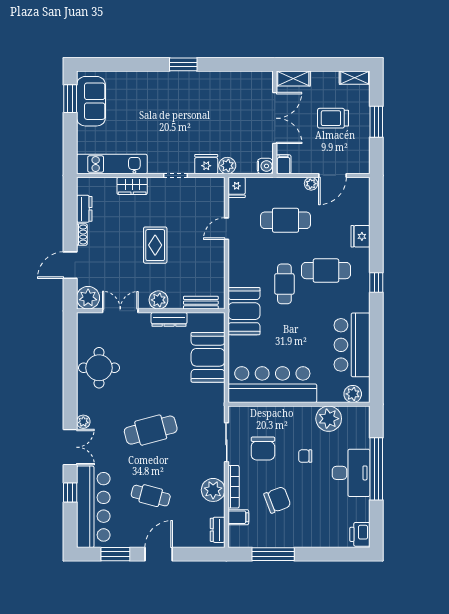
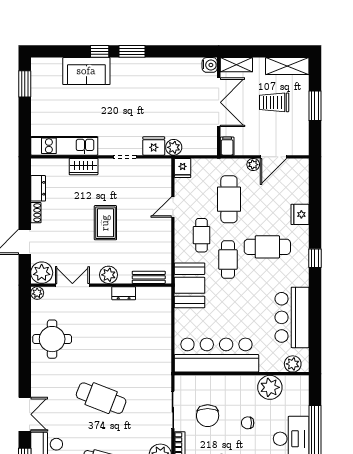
window: (149, 64) -> (100, 51), added
shelving: (355, 78) -> (287, 66), width x1.50, depth x1.33
sofa: (91, 101) -> (86, 71), moved, turned 90
water cooler: (265, 166) -> (210, 65), moved
cafe table: (286, 220) -> (229, 199), turned 90
cafe table: (257, 258) -> (201, 235), added
dresser: (169, 319) -> (124, 293), width x0.70
booth: (208, 357) -> (155, 329), removed
plant: (83, 422) -> (37, 293), moved
cafe table: (151, 430) -> (101, 398), turned 36

